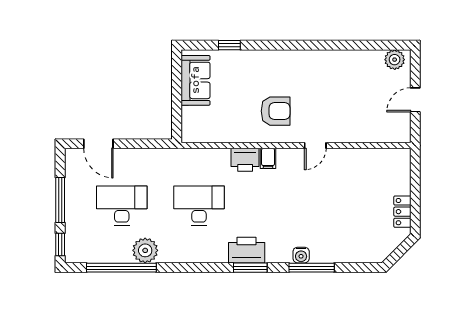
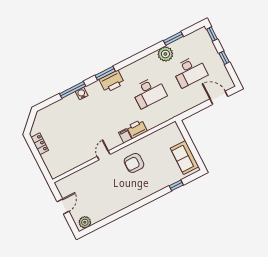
window: (60, 200) -> (224, 58), width x0.46
window: (121, 268) -> (173, 38), width x0.47

